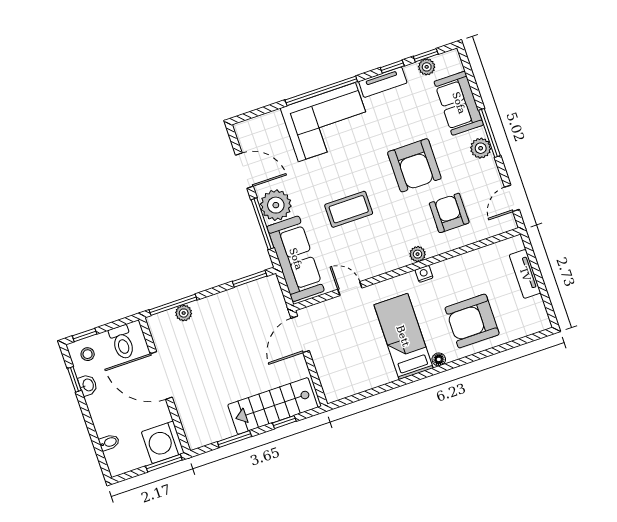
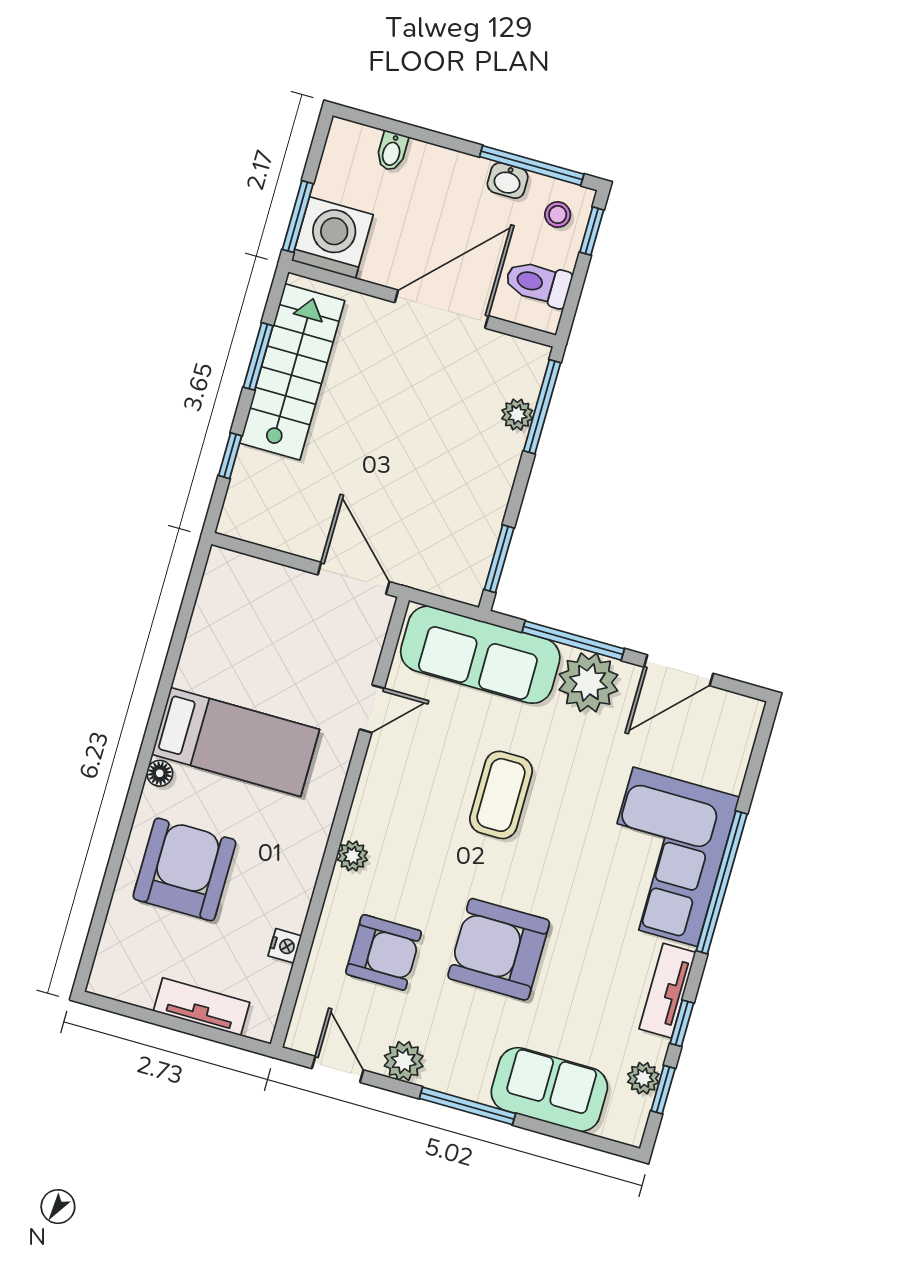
plant: (481, 148) -> (404, 1061), moved
nightstand: (424, 274) -> (285, 946), moved
window: (74, 379) -> (532, 165), width x2.17
stairs: (273, 406) -> (292, 372), moved

